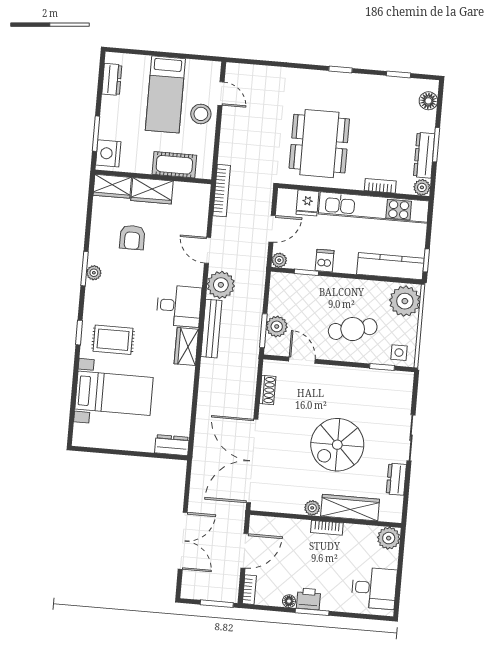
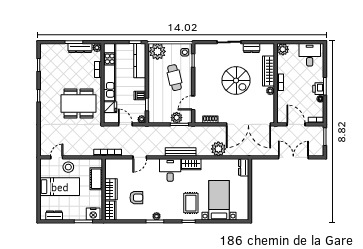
floor lamp: (428, 101) -> (51, 48), removed
plant: (221, 285) -> (218, 149), moved

